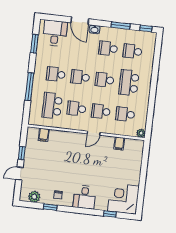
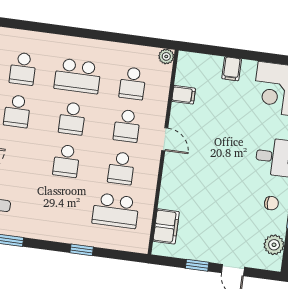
school desk: (56, 74) -> (61, 203), removed
window: (29, 87) -> (82, 250), width x0.46
filing cabinet: (44, 135) -> (166, 226), width x2.00
filing cabinet: (135, 171) -> (232, 69), added

